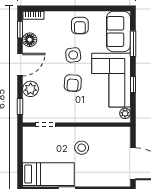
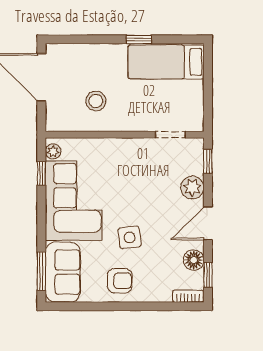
armchair: (80, 26) -> (120, 281), turned 90
window: (133, 44) -> (41, 271), moved
armchair: (73, 83) -> (130, 196), removed
window: (133, 84) -> (41, 173), moved
stool: (82, 148) -> (96, 101), moved

